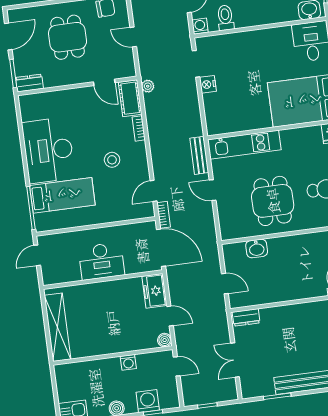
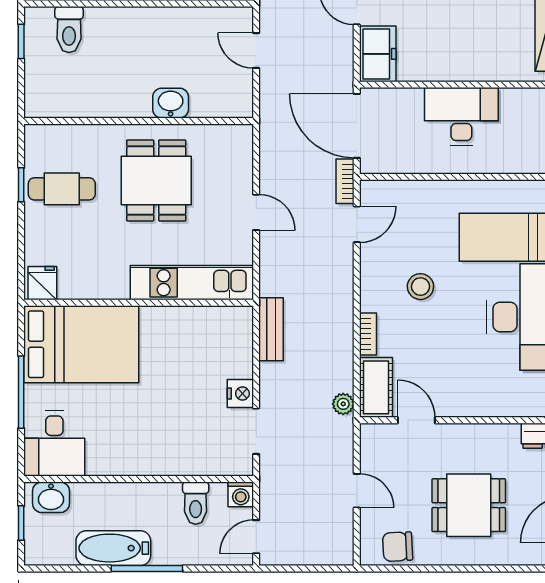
dining table: (68, 37) -> (469, 505), turned 90
bench: (199, 155) -> (271, 329), moved
washbasin: (257, 248) -> (171, 103), moved

